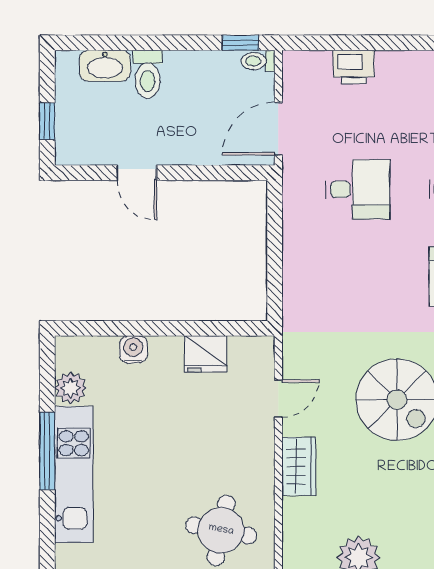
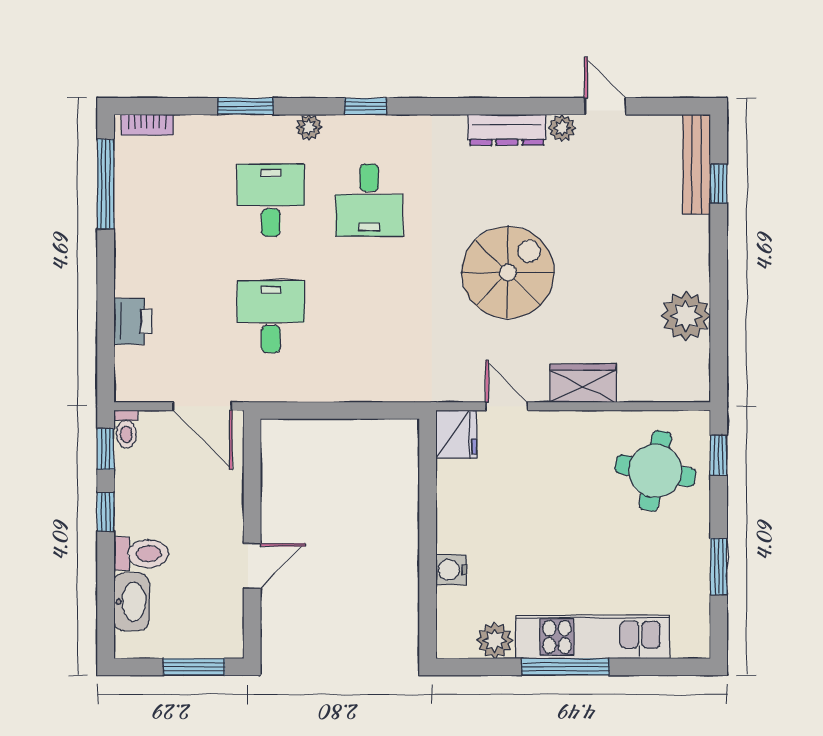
window: (185, 43) -> (106, 512), added
window: (47, 121) -> (194, 667), width x1.50
fridge: (205, 354) -> (456, 434), moved

